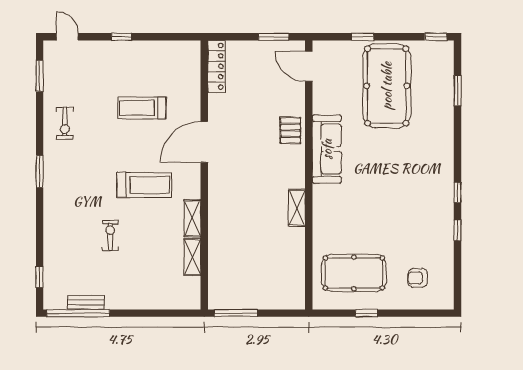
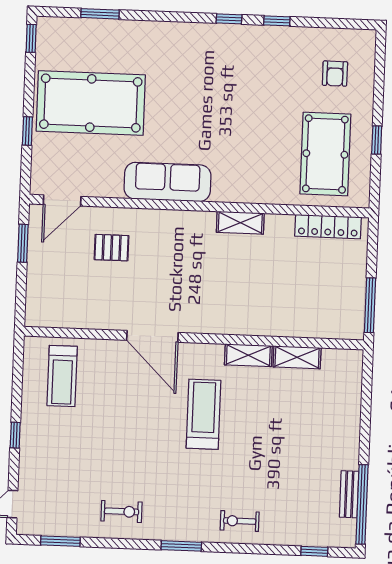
locker: (216, 66) -> (328, 227), moved, turned 180
treadmill: (142, 108) -> (62, 376), moved
pallet: (290, 130) -> (112, 248), moved
exercise bike: (110, 236) -> (240, 521), moved

